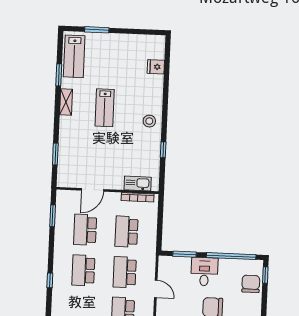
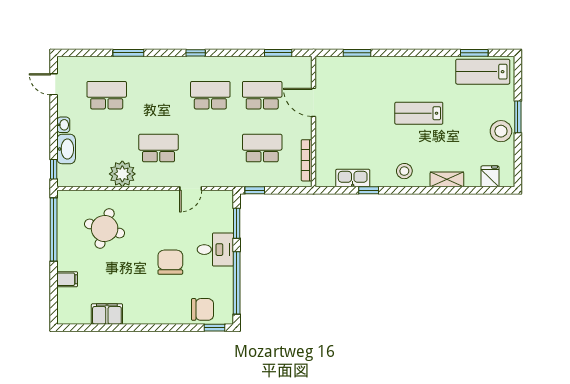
window: (97, 30) -> (518, 117), moved
stool: (121, 44) -> (501, 131), added
fridge: (156, 67) -> (490, 176), moved
window: (59, 75) -> (474, 53), moved
shelving: (66, 102) -> (447, 179), moved
kitchen sink: (138, 183) -> (353, 178), moved, turned -90
window: (159, 239) -> (255, 190), added
school desk: (125, 272) -> (210, 148), removed

